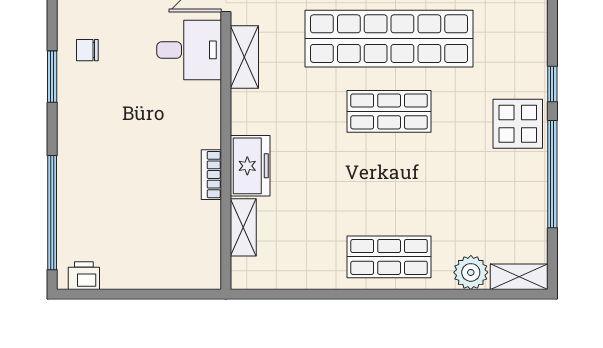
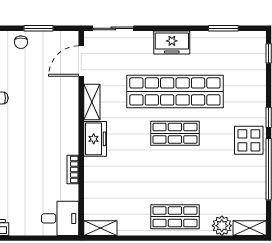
desk: (189, 50) -> (60, 218), moved
freezer: (250, 166) -> (95, 139), moved
shelving: (243, 227) -> (100, 228), moved, turned 90

